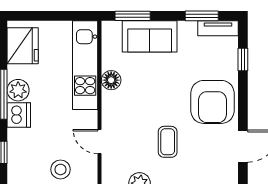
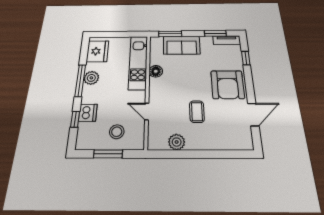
dishwasher: (19, 115) -> (88, 113), moved

